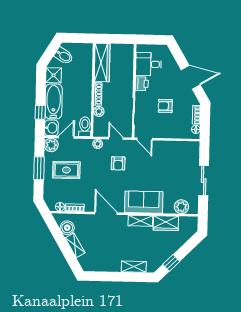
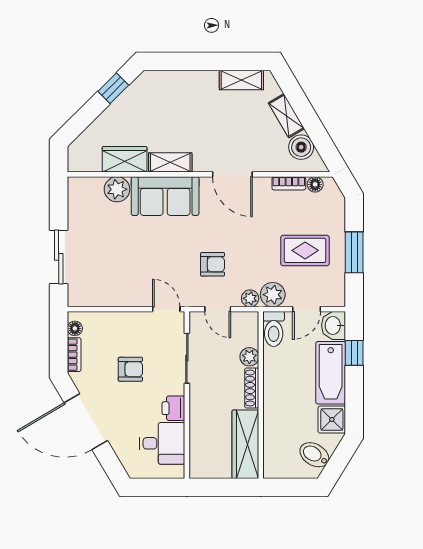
door: (191, 77) -> (86, 422), width x1.36
plant: (51, 145) -> (273, 295), moved
armchair: (118, 163) -> (213, 264), turned 90
sliding door: (204, 181) -> (59, 257), moved
plant: (181, 207) -> (117, 189), moved
shelving: (134, 267) -> (241, 80), moved

